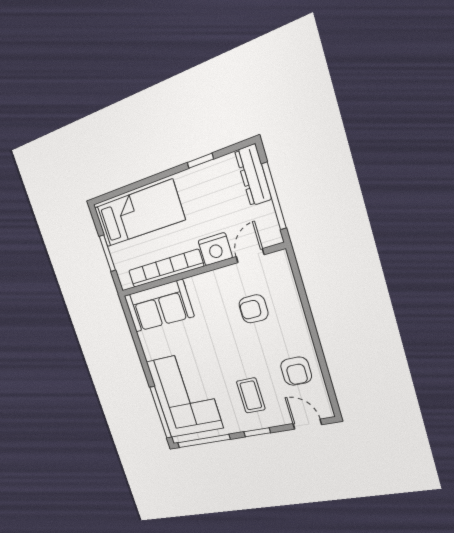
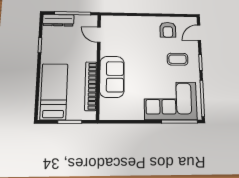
nightstand: (215, 249) -> (89, 53), removed
sofa: (159, 306) -> (112, 77), moved
armchair: (254, 309) -> (128, 42), removed
armchair: (296, 371) -> (168, 30), turned 90

